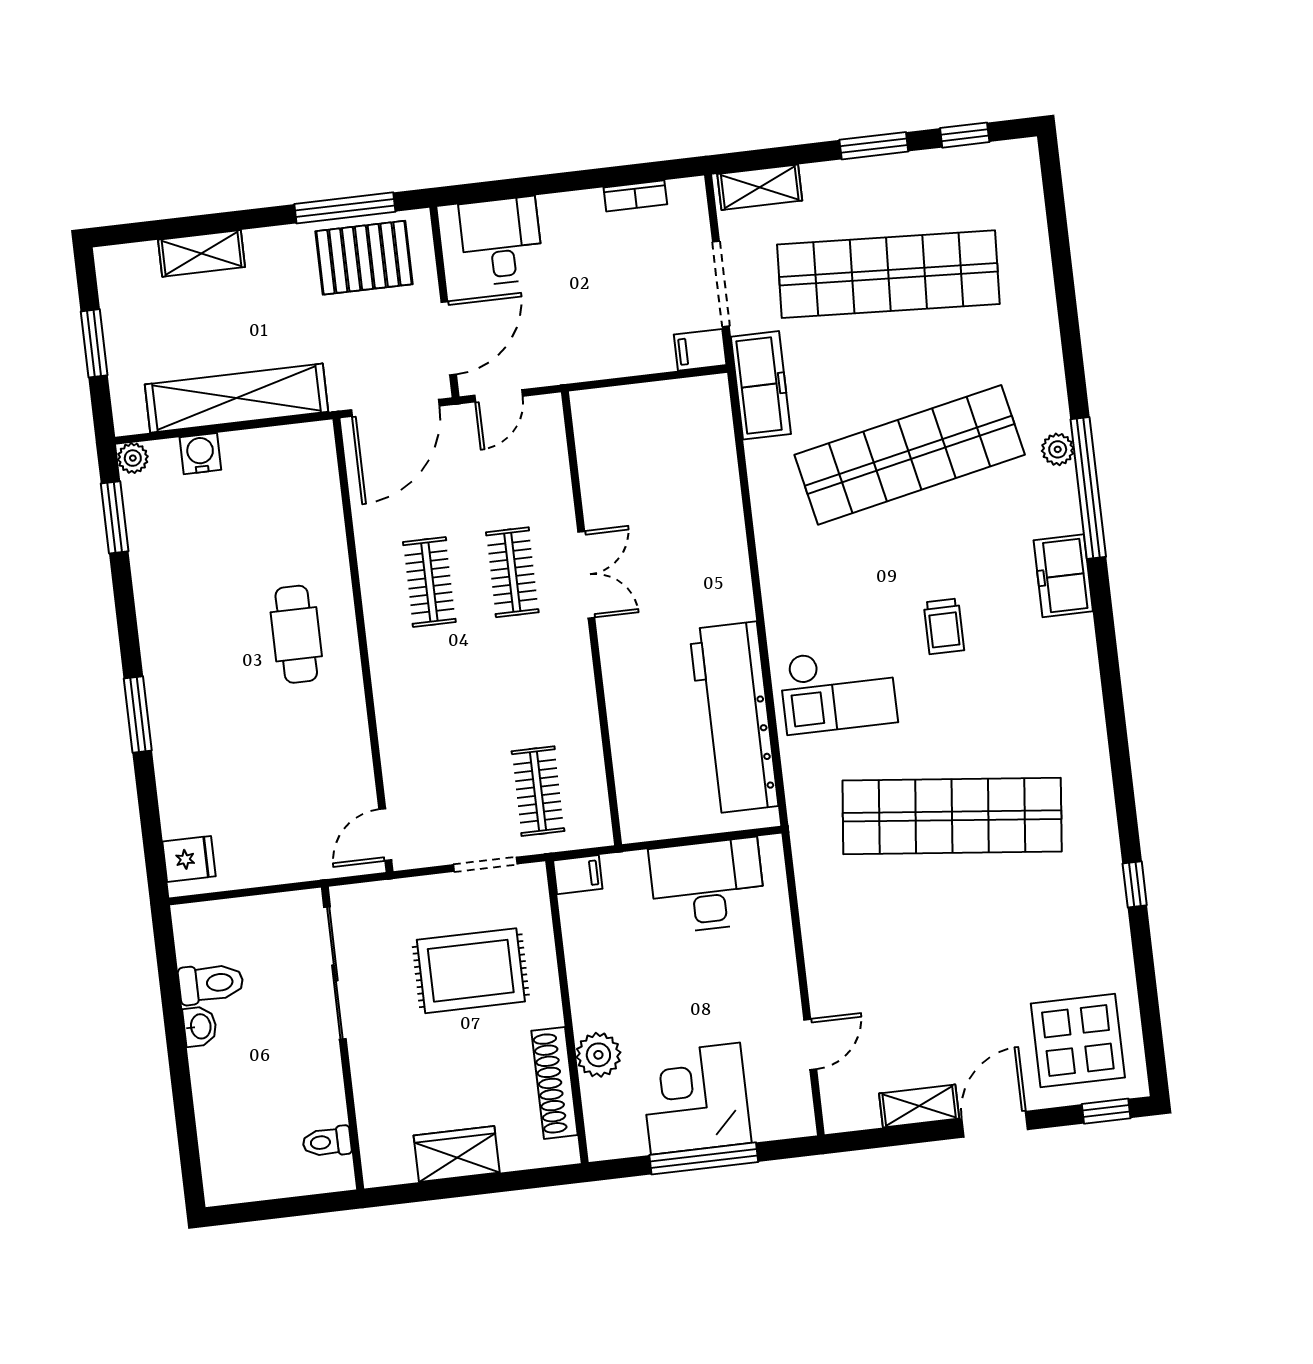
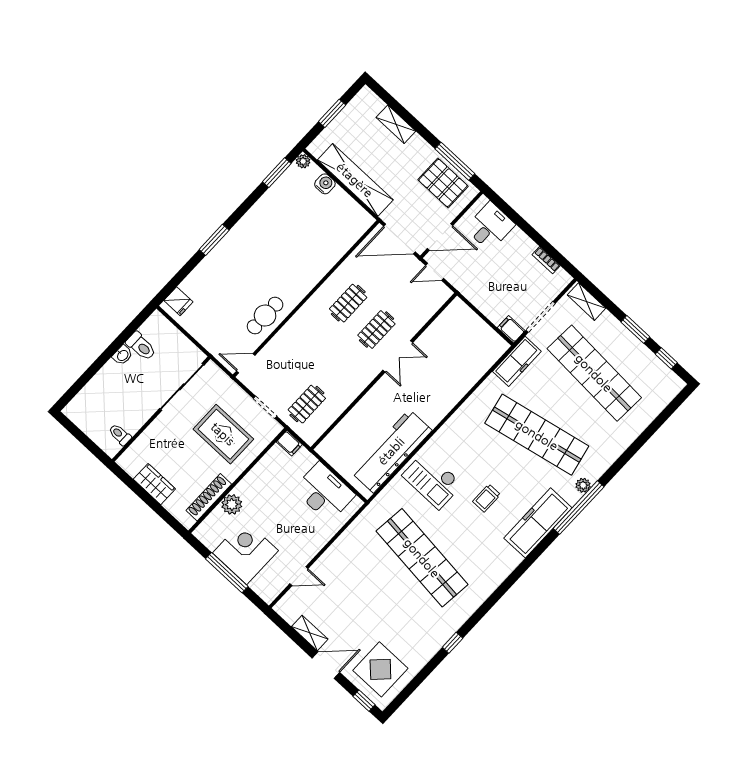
freezer: (1063, 576) -> (538, 523), width x1.91, depth x1.26
cafe table: (296, 634) -> (265, 316), moved

